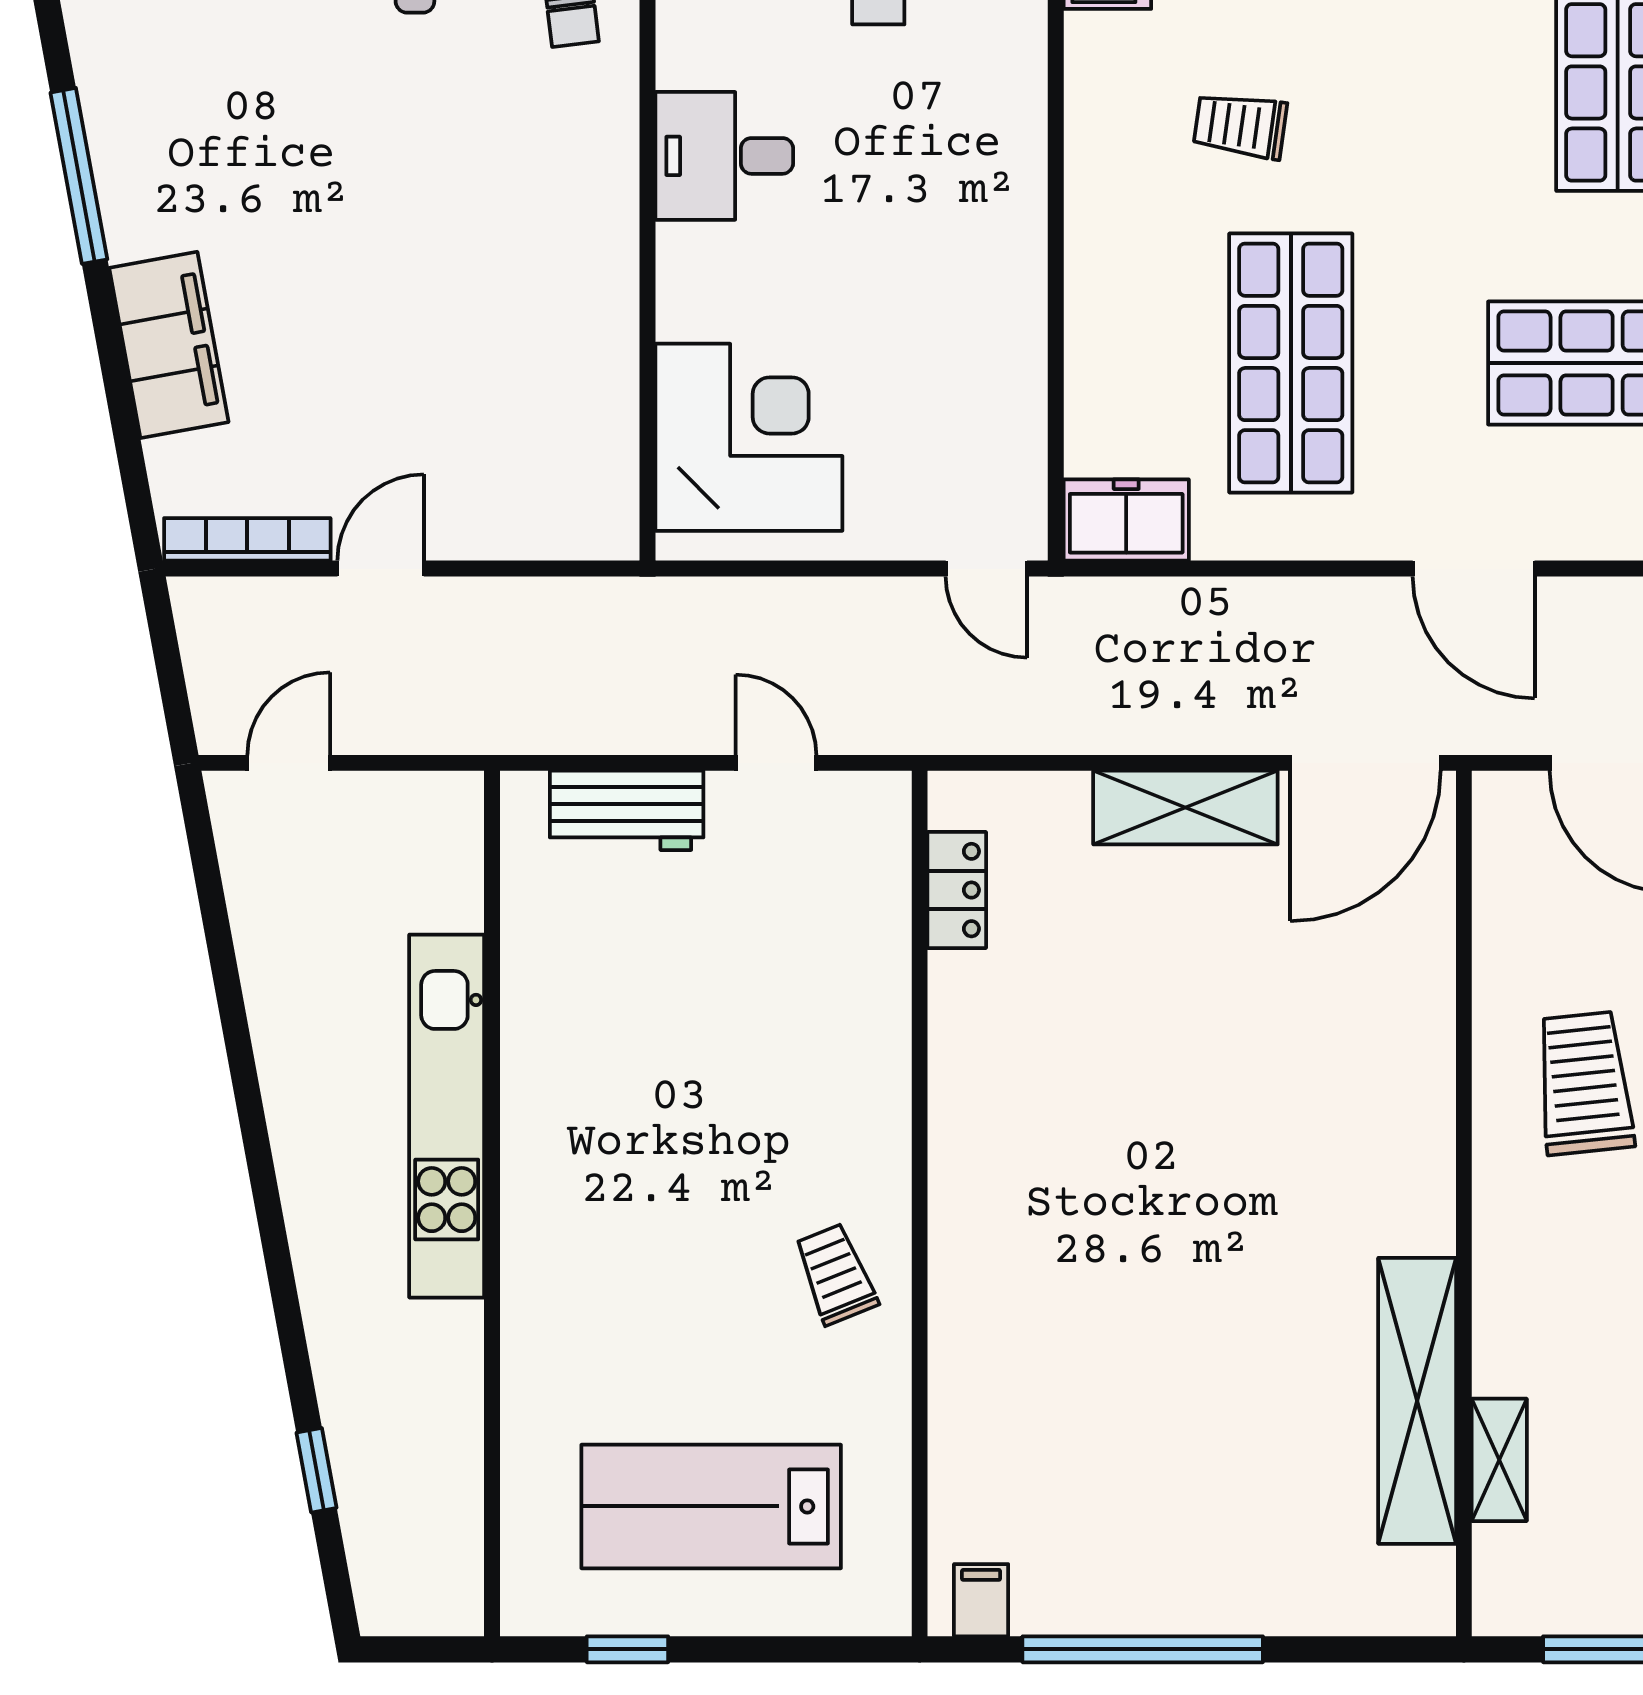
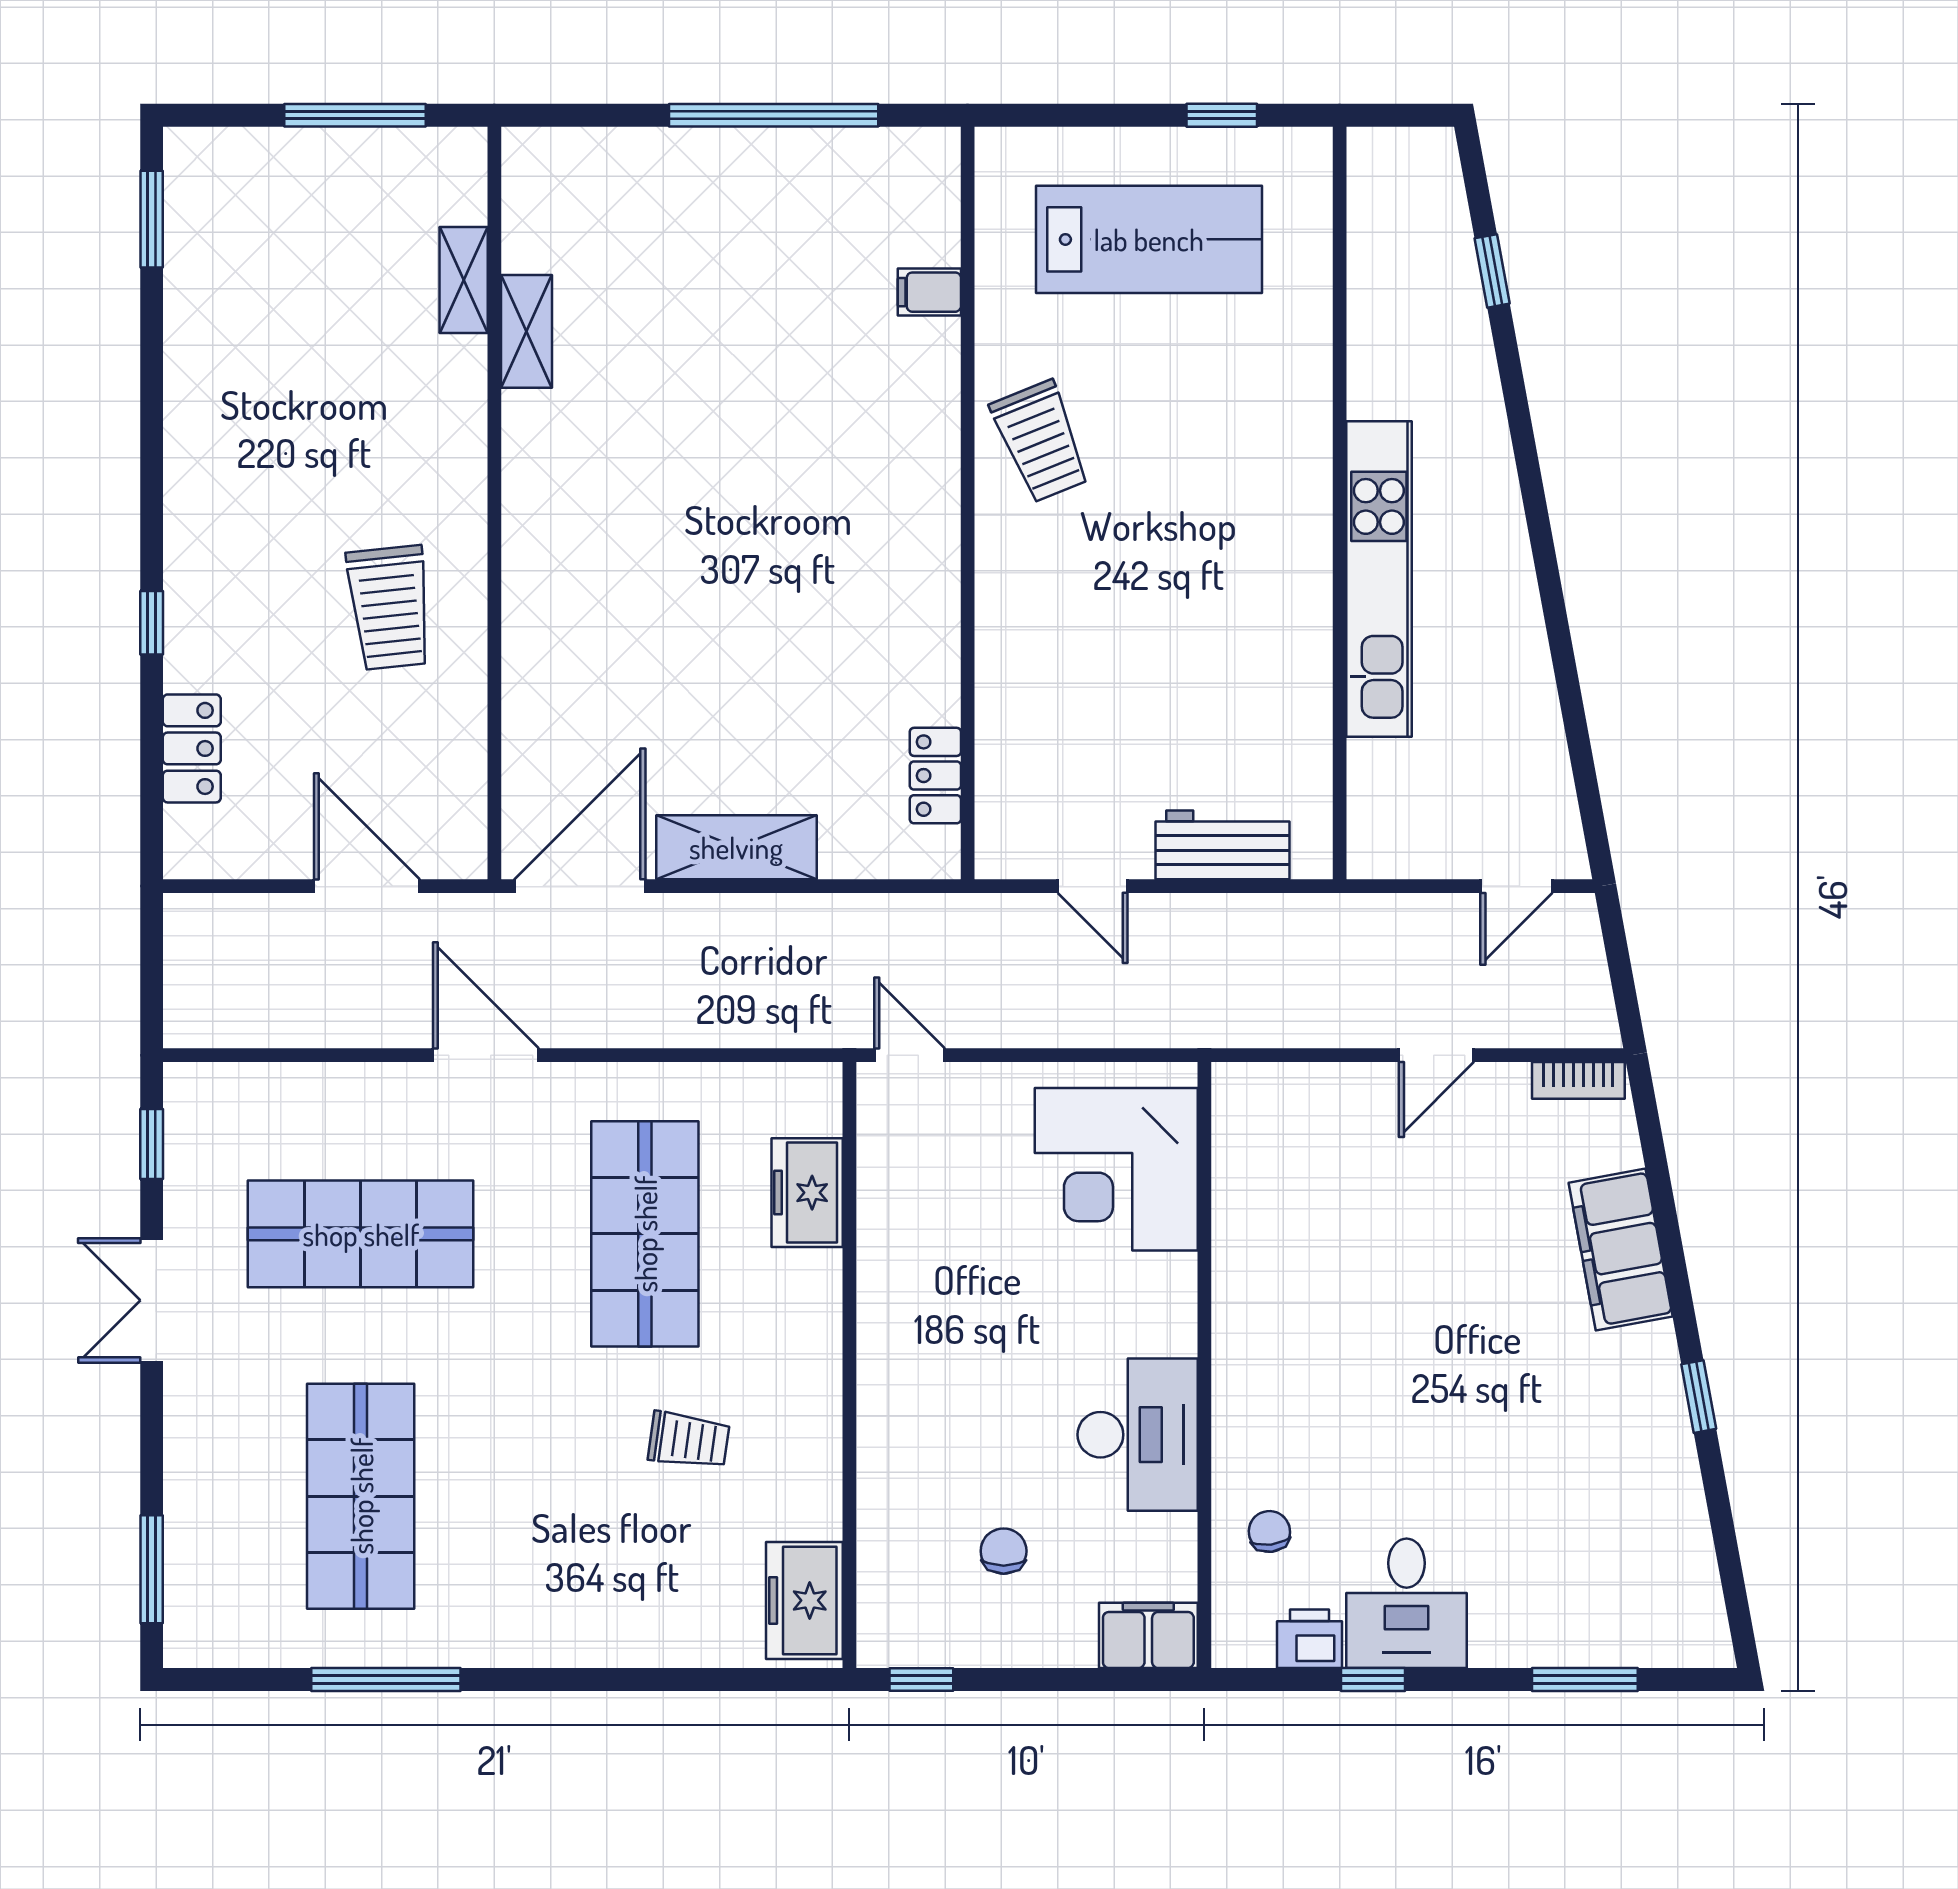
desk: (724, 156) -> (1138, 1435), width x1.37
window: (79, 176) -> (1699, 1397), width x0.46
freezer: (1126, 520) -> (807, 1193), moved, turned 90
bookcase: (247, 539) -> (1578, 1080), width x0.64
trolley: (836, 1274) -> (1041, 442), width x1.36, depth x1.39
shelving: (1417, 1401) -> (526, 331), width x0.45, depth x0.75
filing cabinet: (981, 1600) -> (929, 292), moved, turned 90

